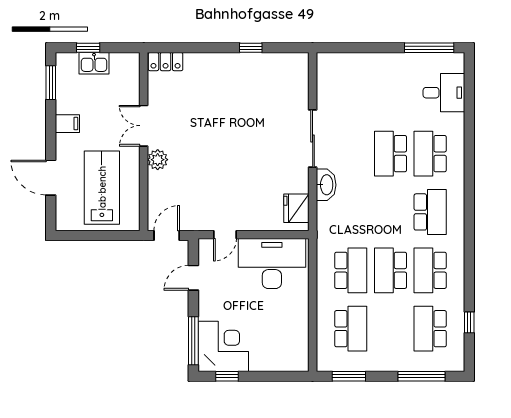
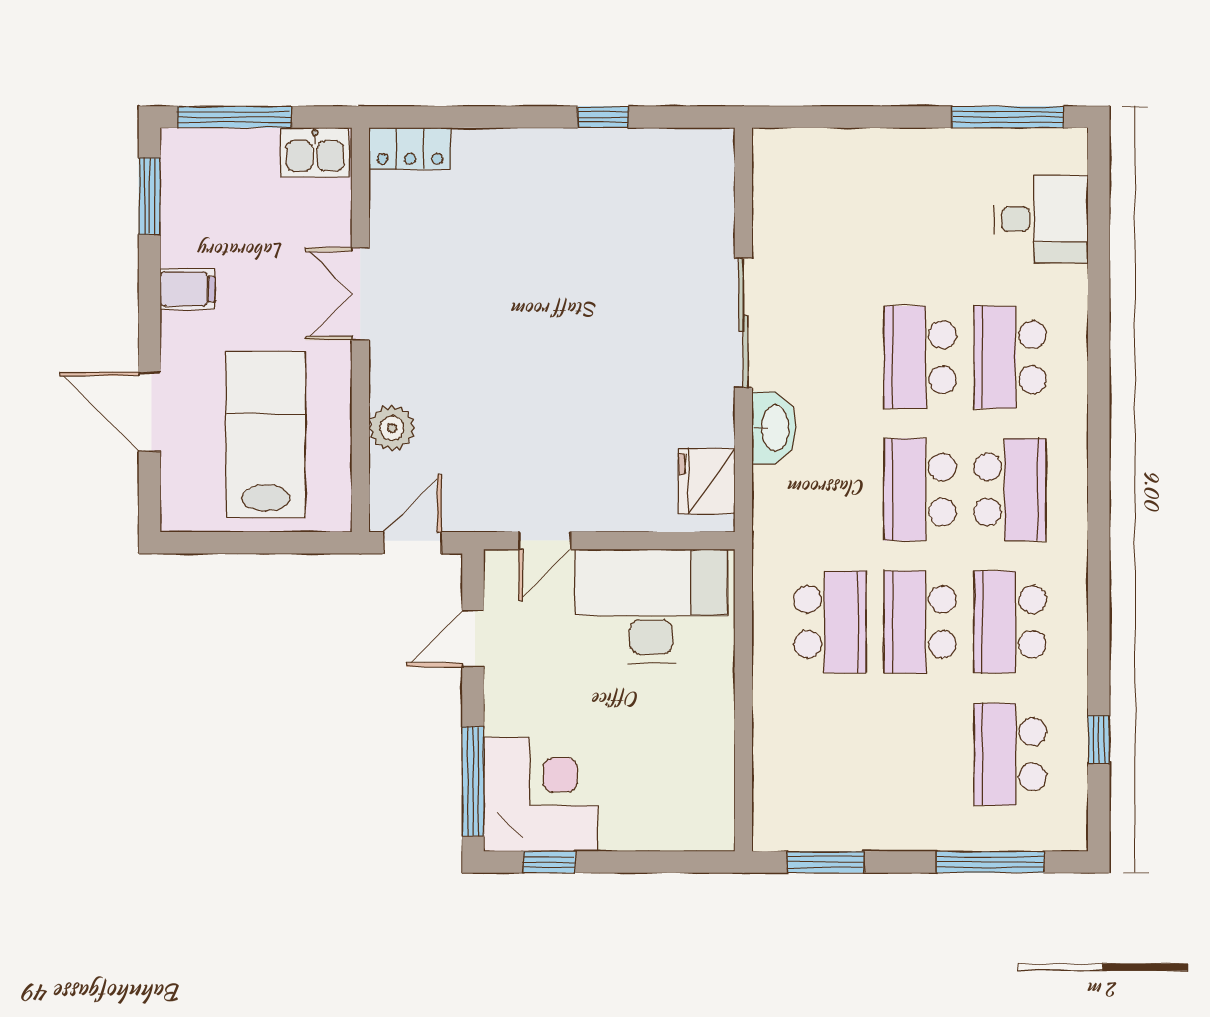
window: (88, 48) -> (234, 117), width x2.17
kitchen sink: (94, 63) -> (315, 152), moved
plant: (158, 160) -> (392, 428), moved
school desk: (351, 329) -> (920, 490), moved, turned 180

